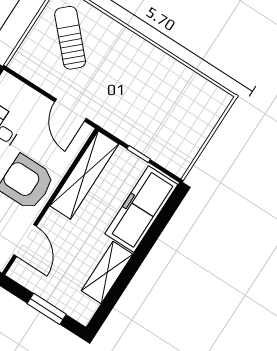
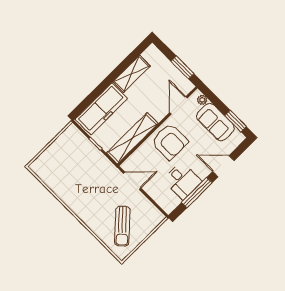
door: (70, 110) -> (132, 181), hinge flipped
window: (47, 309) -> (182, 67), moved

